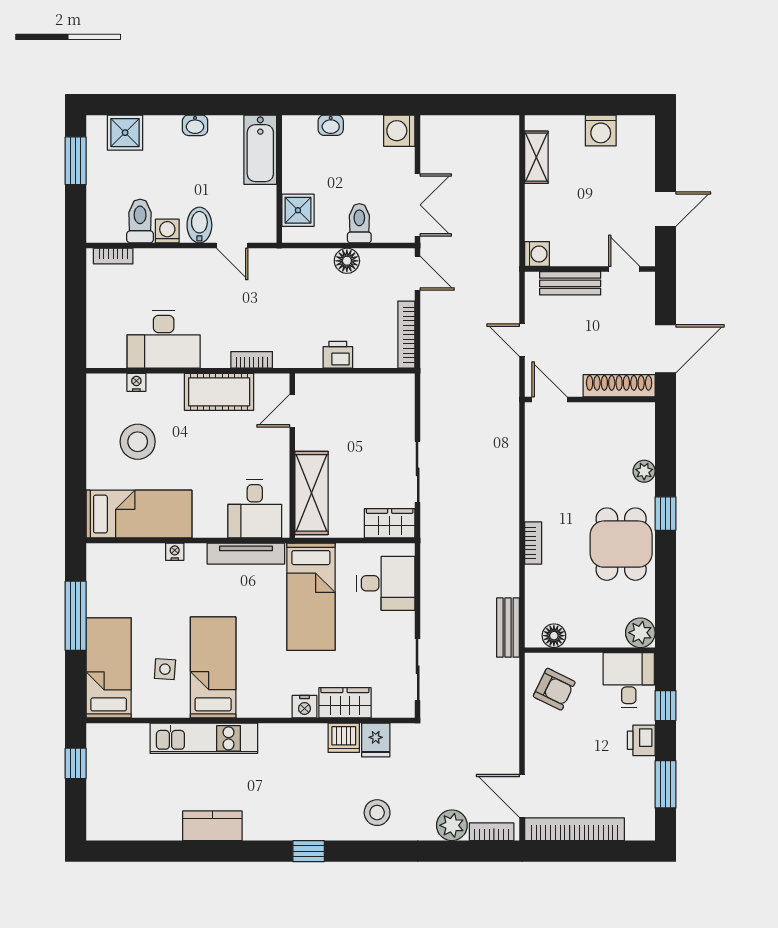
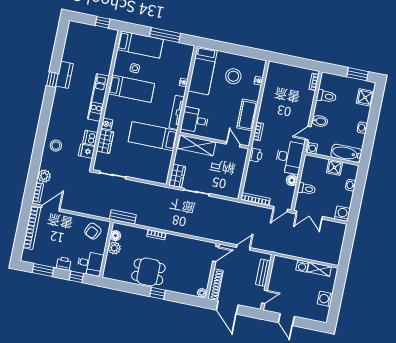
shower: (298, 210) -> (335, 167), moved
washing machine: (167, 231) -> (311, 148), moved
washing machine: (537, 254) -> (302, 266), moved
desk: (164, 339) -> (289, 157), moved, turned 180
printer: (338, 355) -> (256, 155), moved
plant: (644, 471) -> (202, 293), moved
desk: (386, 583) -> (152, 169), removed
plant: (640, 633) -> (114, 248), moved
kitchen unit: (204, 738) -> (98, 97), moved
window: (309, 851) -> (52, 80), moved

